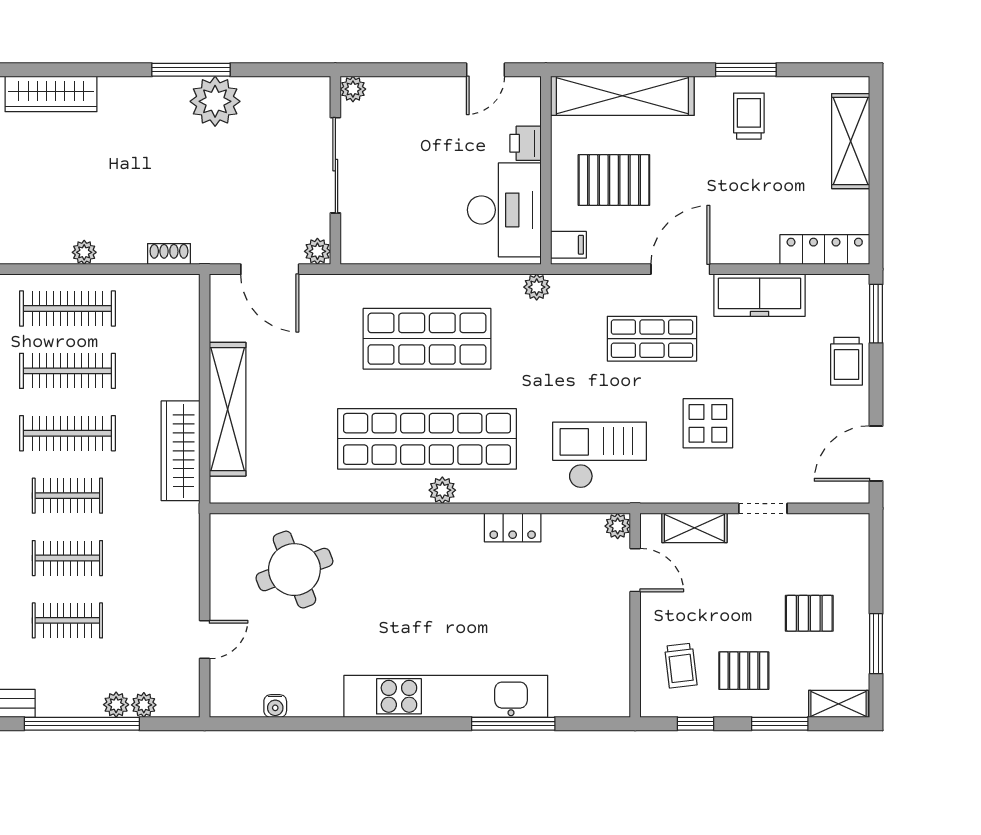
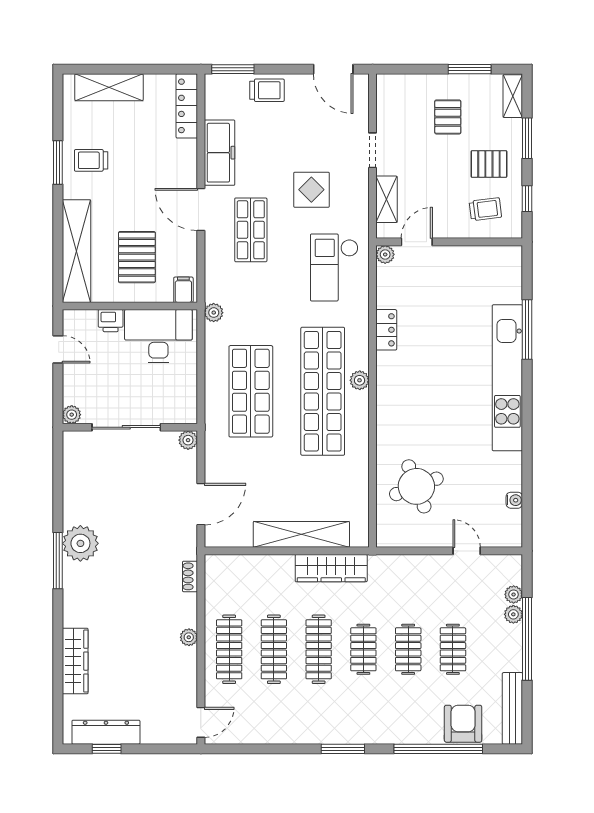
plant: (353, 89) -> (72, 415), moved
sliding door: (335, 165) -> (126, 427), moved
wall: (335, 170) -> (130, 427), moved
plant: (317, 251) -> (188, 440), moved
pallet: (744, 671) -> (489, 164), turned 90

